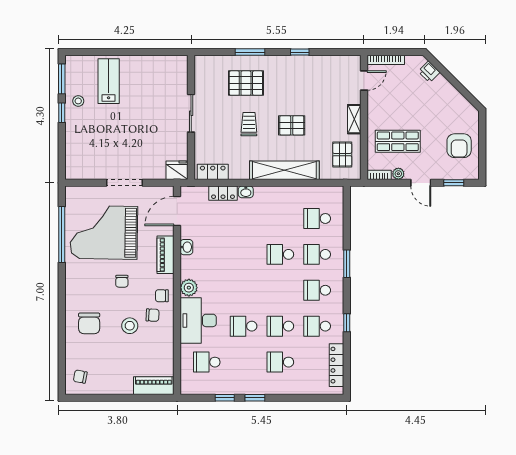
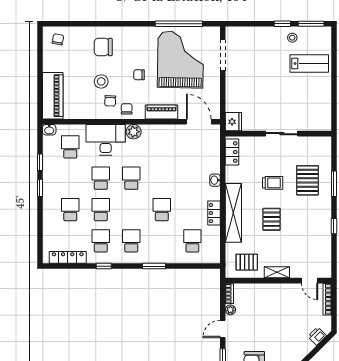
shop shelf: (398, 141) -> (258, 309), removed
doorway: (125, 183) -> (223, 55), moved
locker: (223, 193) -> (214, 213), moved
washbasin: (186, 247) -> (49, 130), moved
school desk: (317, 254) -> (131, 178), moved
piano: (154, 386) -> (53, 96), width x1.37, depth x1.33

